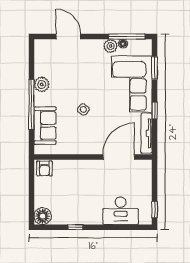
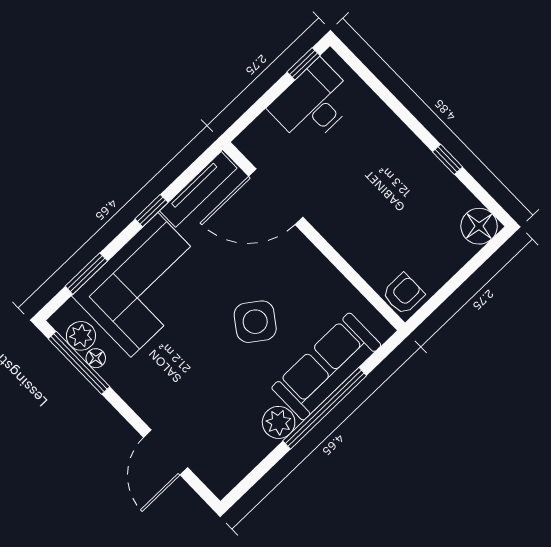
plant: (111, 46) -> (81, 336), moved
side table: (83, 109) -> (255, 322), width x1.87, depth x1.87
sofa: (45, 126) -> (326, 366), width x1.36
desk: (121, 211) -> (313, 103), moved, turned -90

